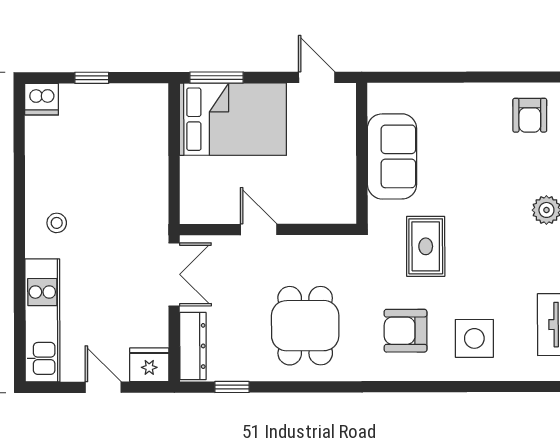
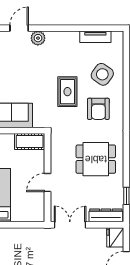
cot: (340, 194) -> (30, 142), added
rug: (426, 246) -> (67, 92), moved, turned 90
side table: (474, 338) -> (102, 74), turned 35

